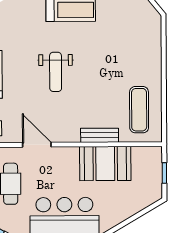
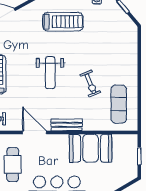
exercise bike: (105, 85) -> (90, 84), added
bench: (100, 135) -> (67, 125), moved

